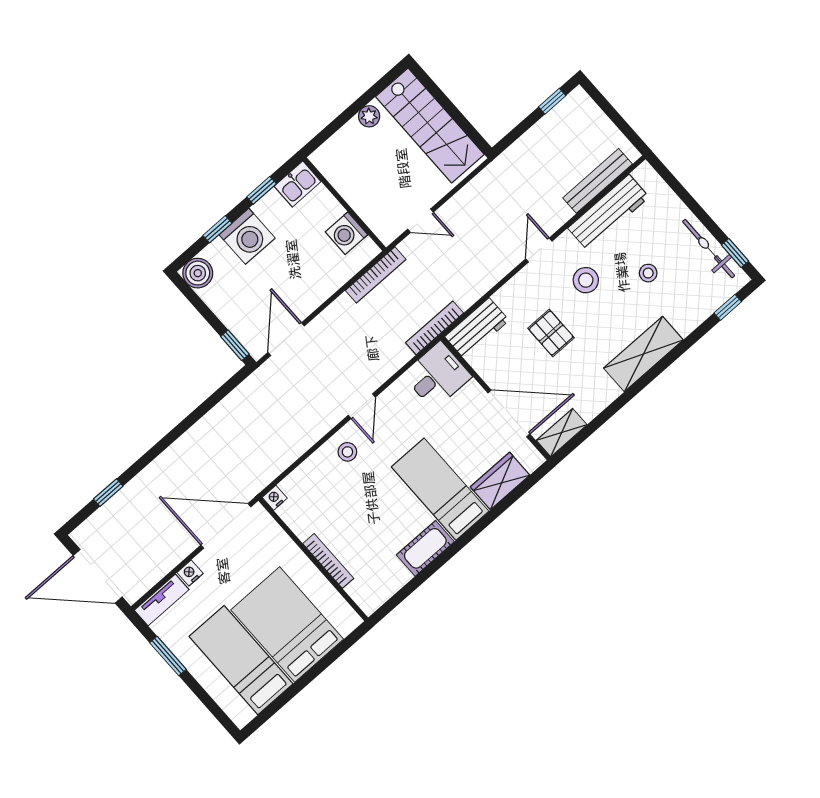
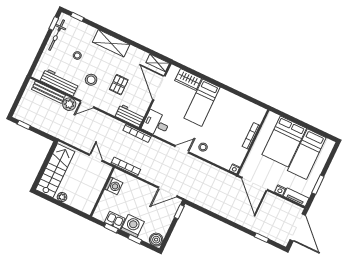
kitchen sink: (298, 184) -> (115, 220), moved
plant: (555, 213) -> (69, 104), added
cot: (425, 548) -> (229, 98), removed

